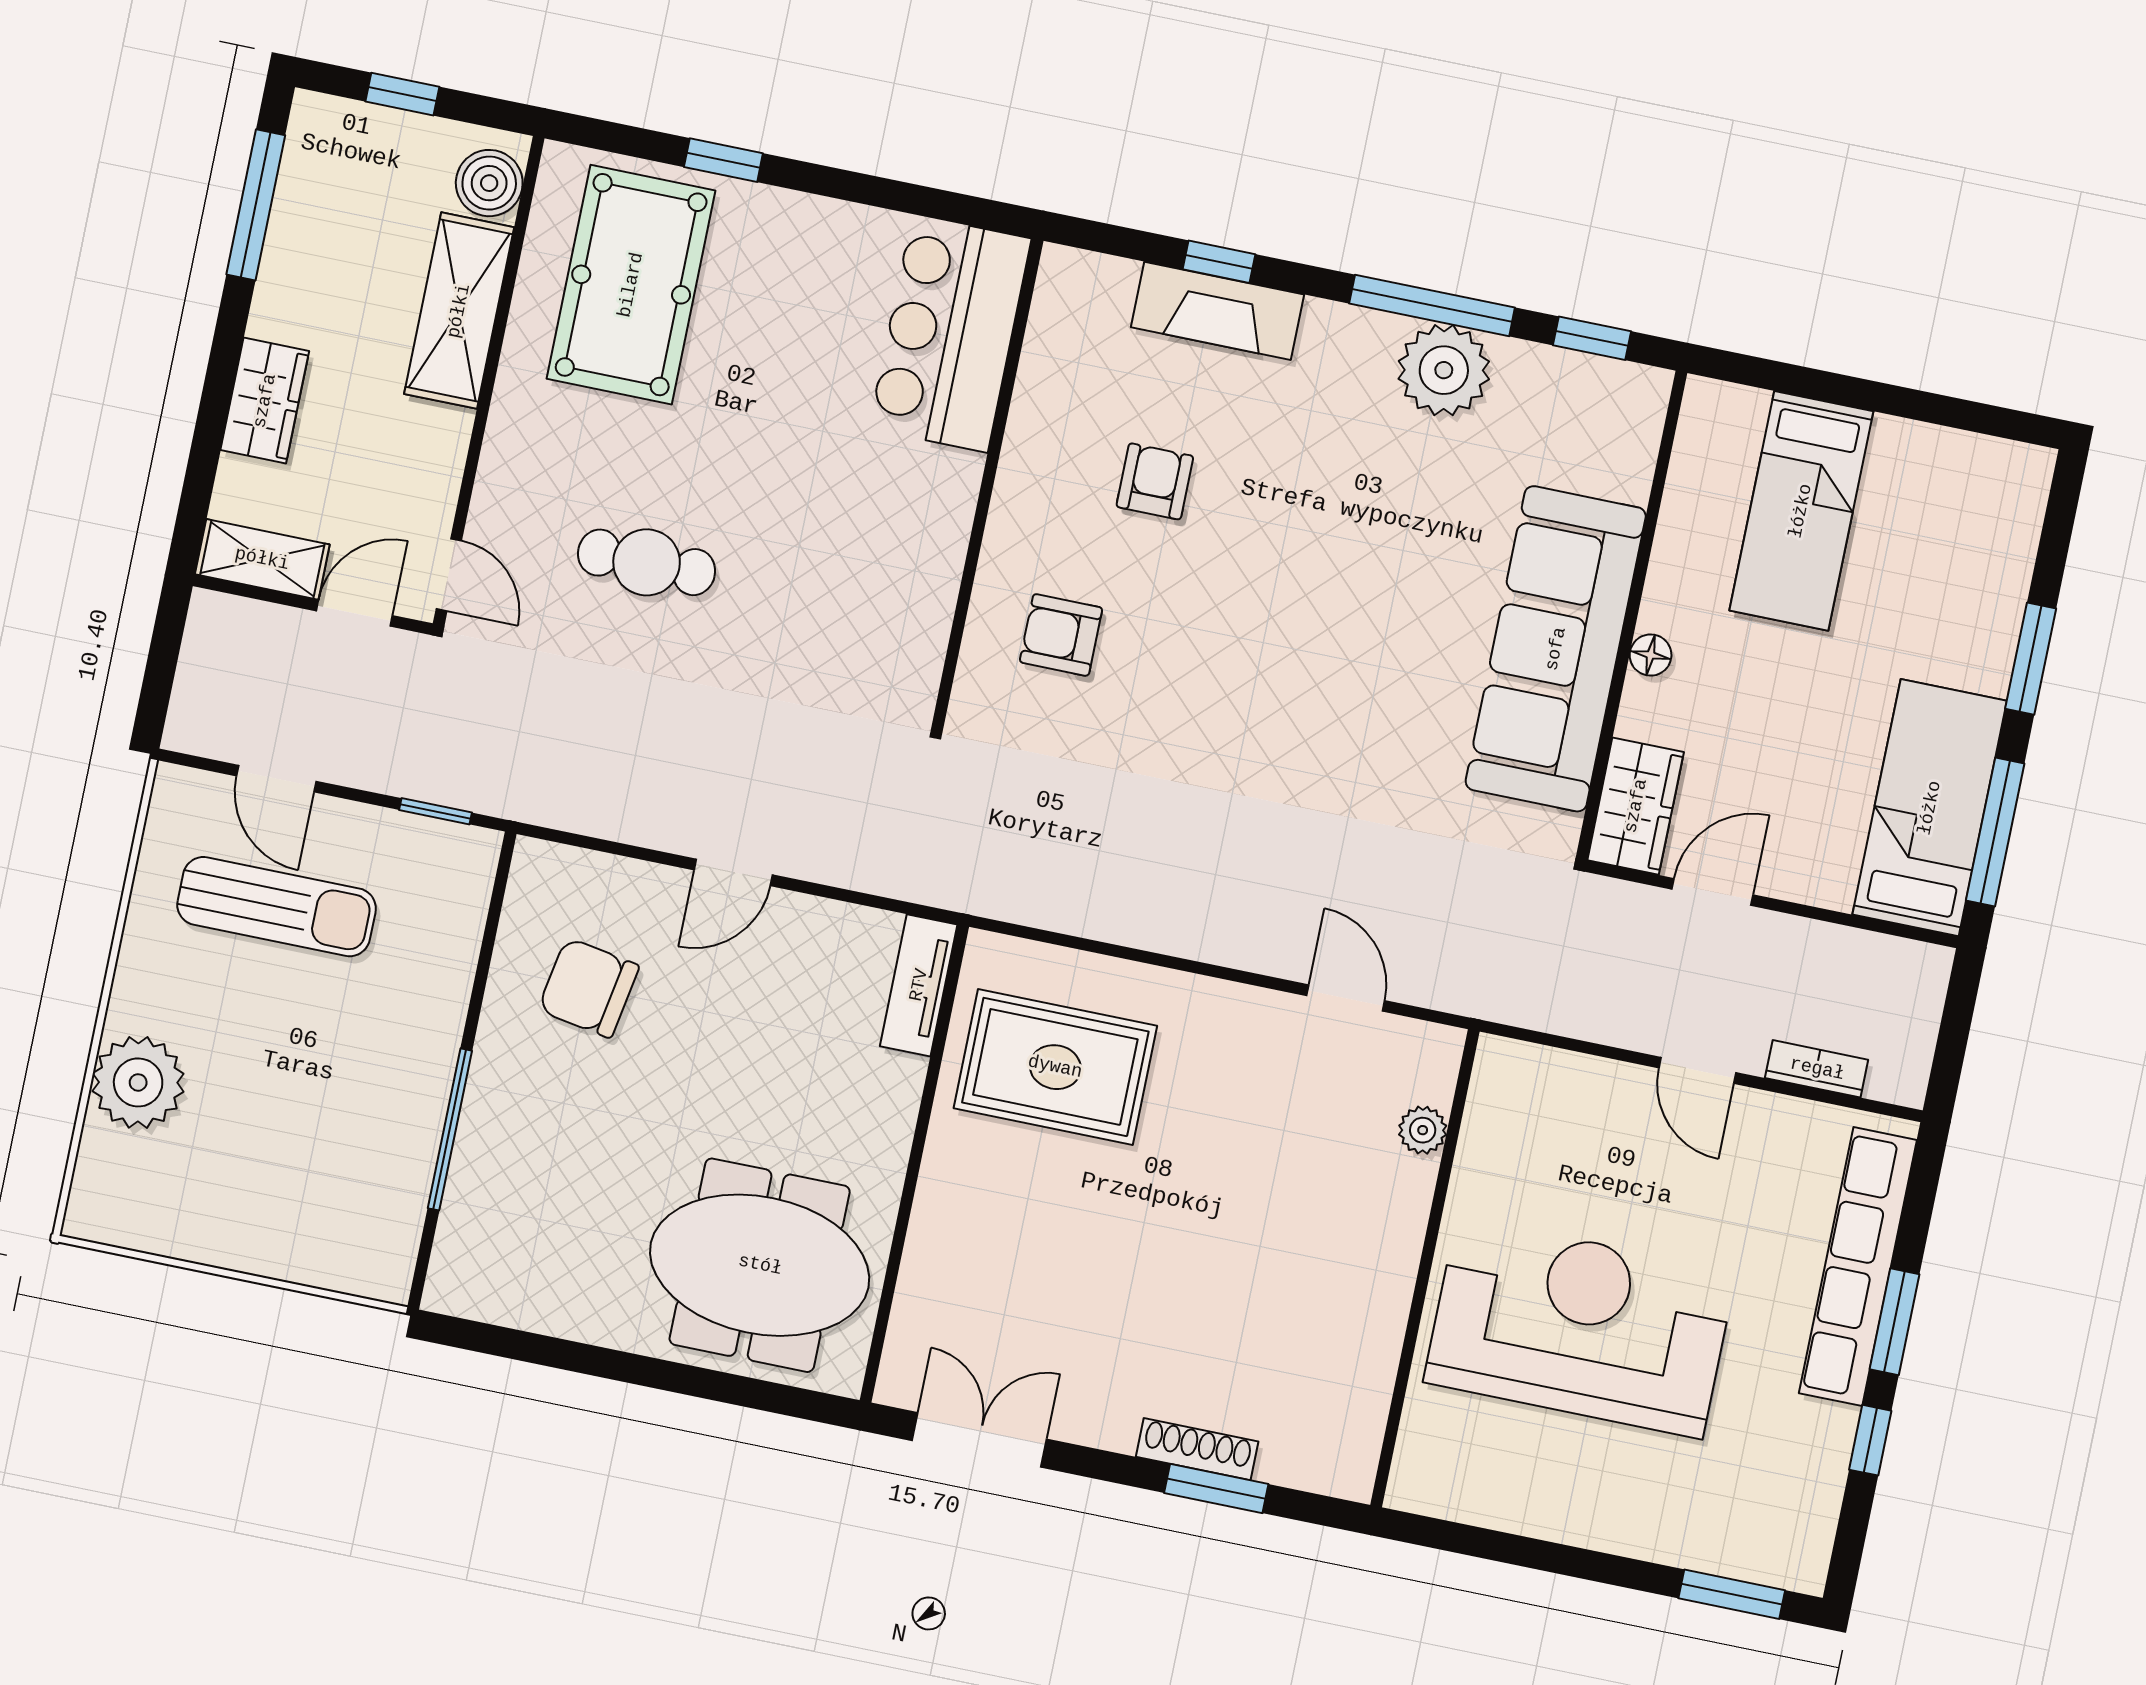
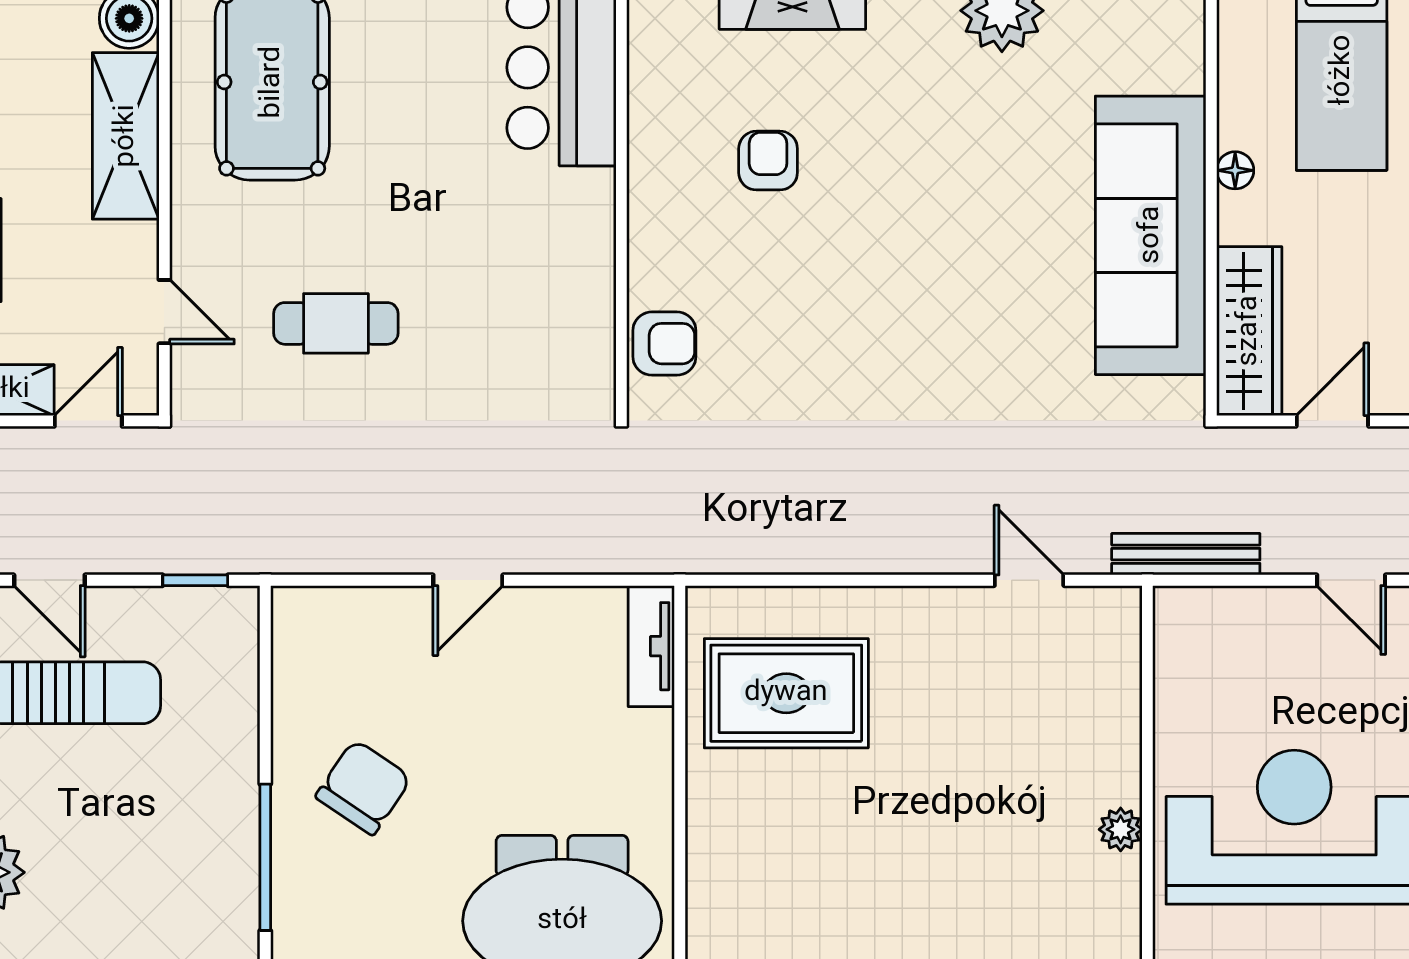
door: (449, 575) -> (164, 312), moved
armchair: (1061, 635) -> (664, 344), moved, turned 180
floor lamp: (1651, 655) -> (1235, 170), moved
wardrobe: (1636, 806) -> (1249, 331), width x1.50
chair: (589, 988) -> (363, 787), moved, turned 114
bench: (1523, 1005) -> (1186, 554), added
plant: (1423, 1130) -> (1121, 829), moved

